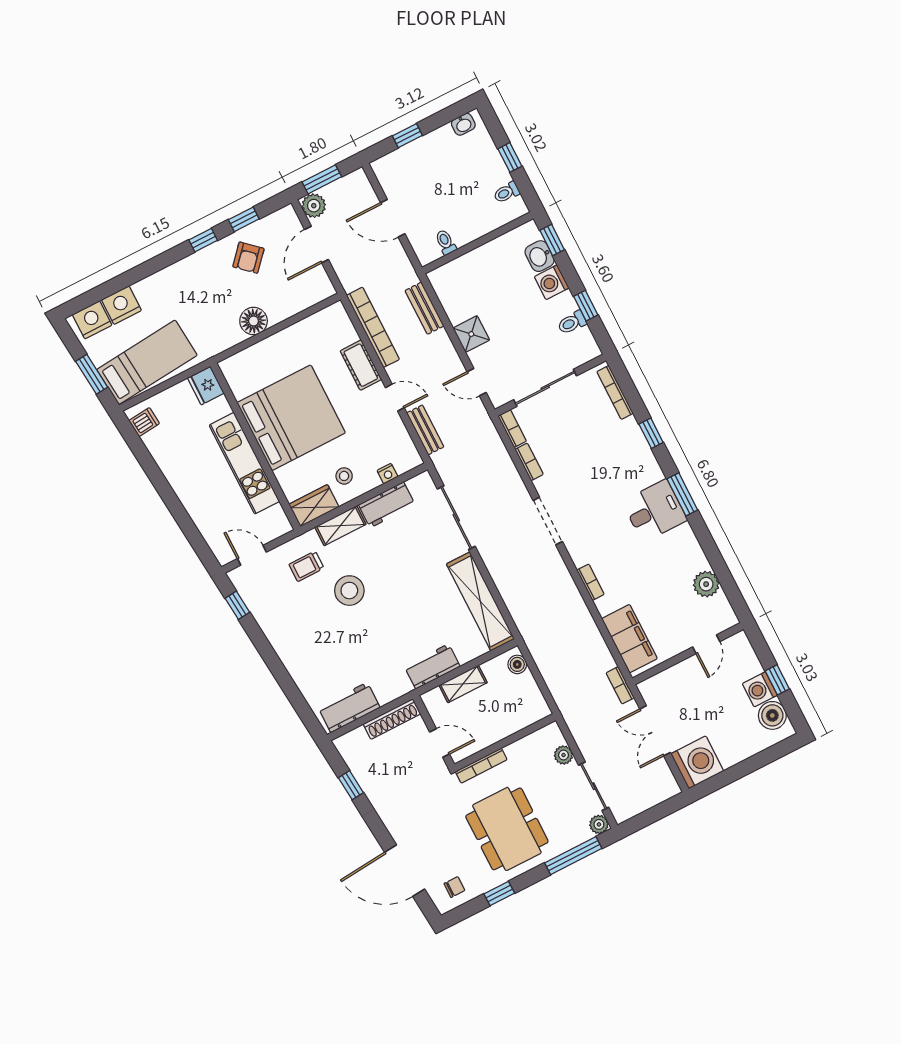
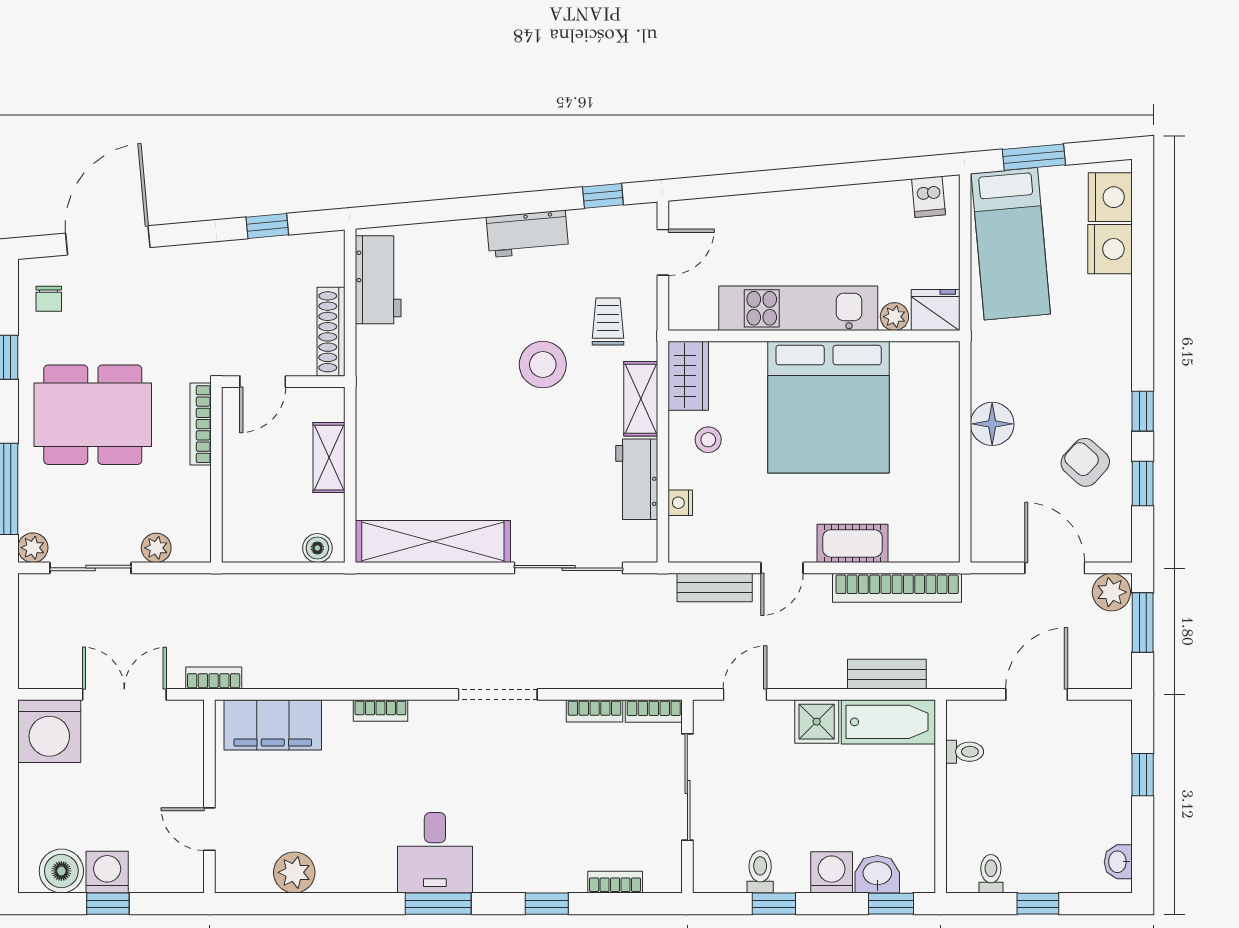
bathtub: (451, 294) -> (888, 722), added
bookcase: (615, 392) -> (615, 882), width x0.64
plant: (221, 407) -> (894, 317), added
workbench: (432, 667) -> (527, 234), moved, turned 85

